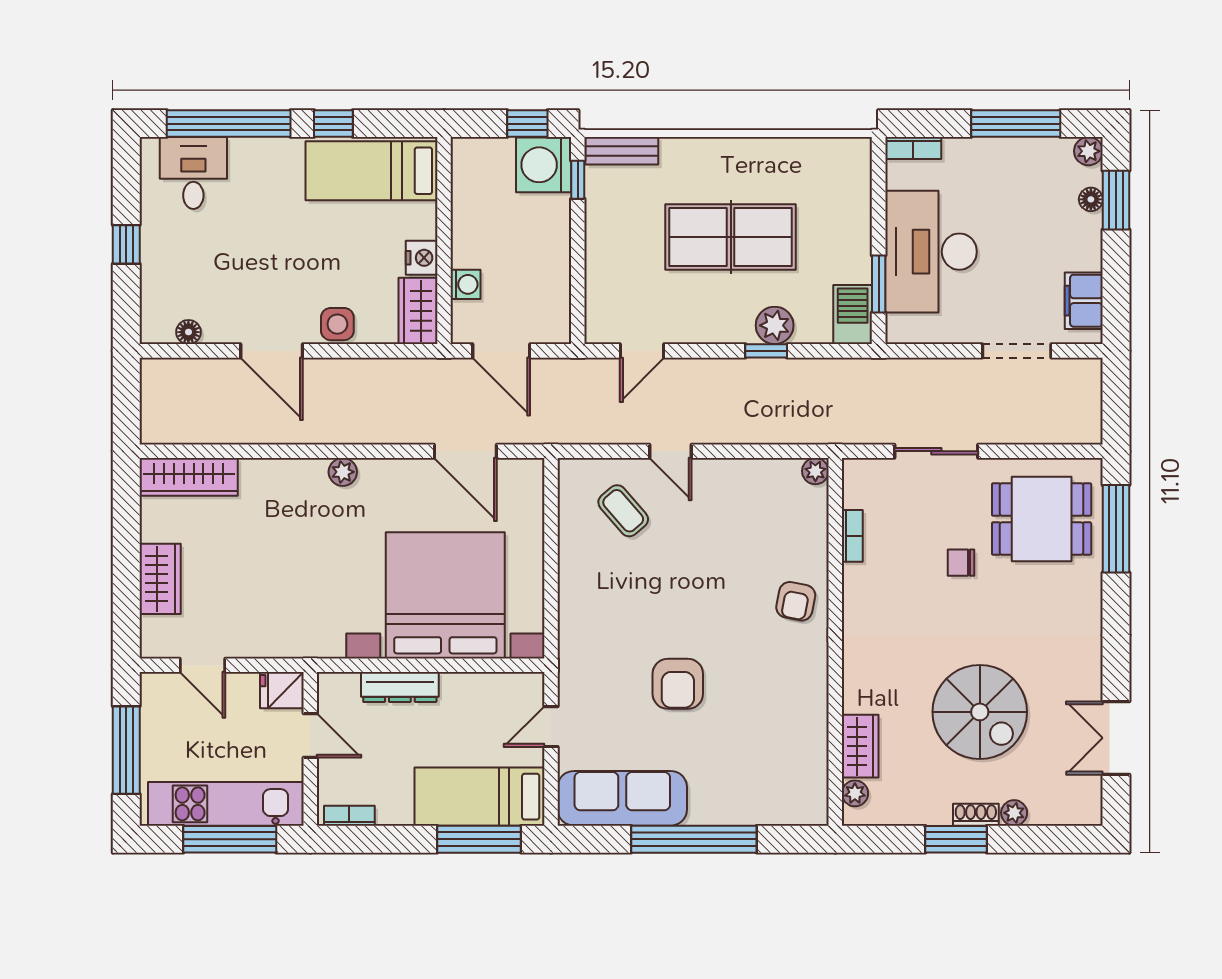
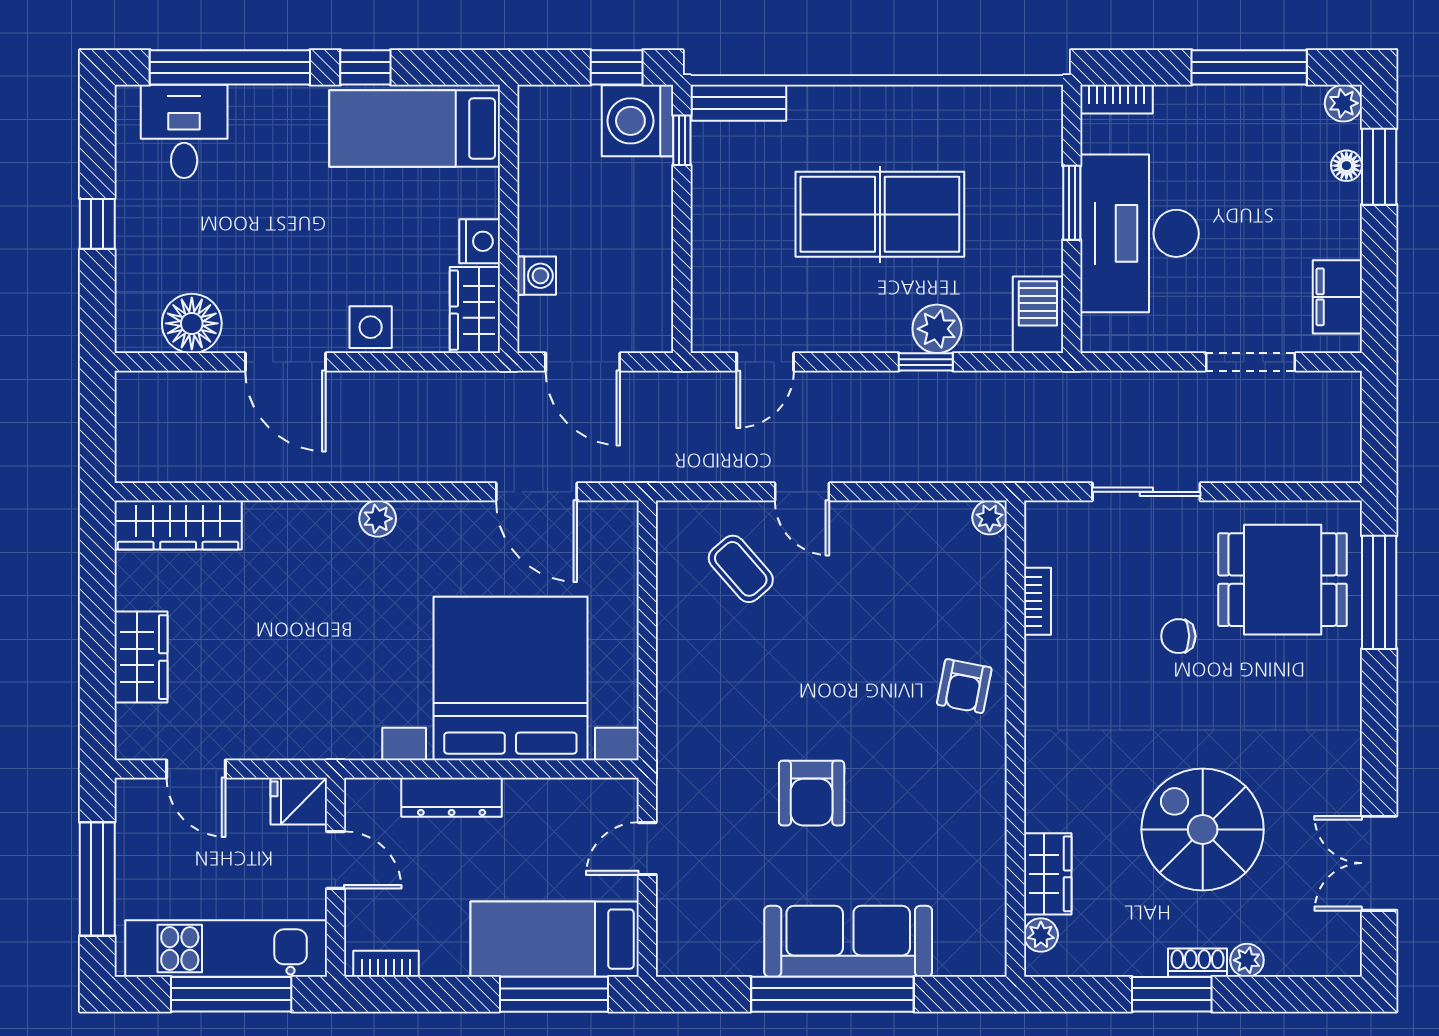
window: (879, 284) -> (1072, 203), moved
floor lamp: (188, 332) -> (192, 323), width x1.89, depth x1.89
spiral stairs: (980, 712) -> (1203, 830), turned 180
sofa: (622, 798) -> (848, 941), moved

